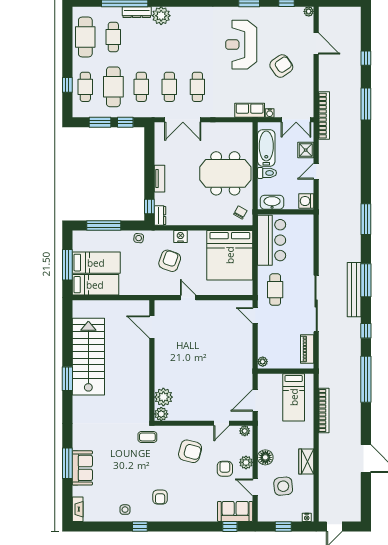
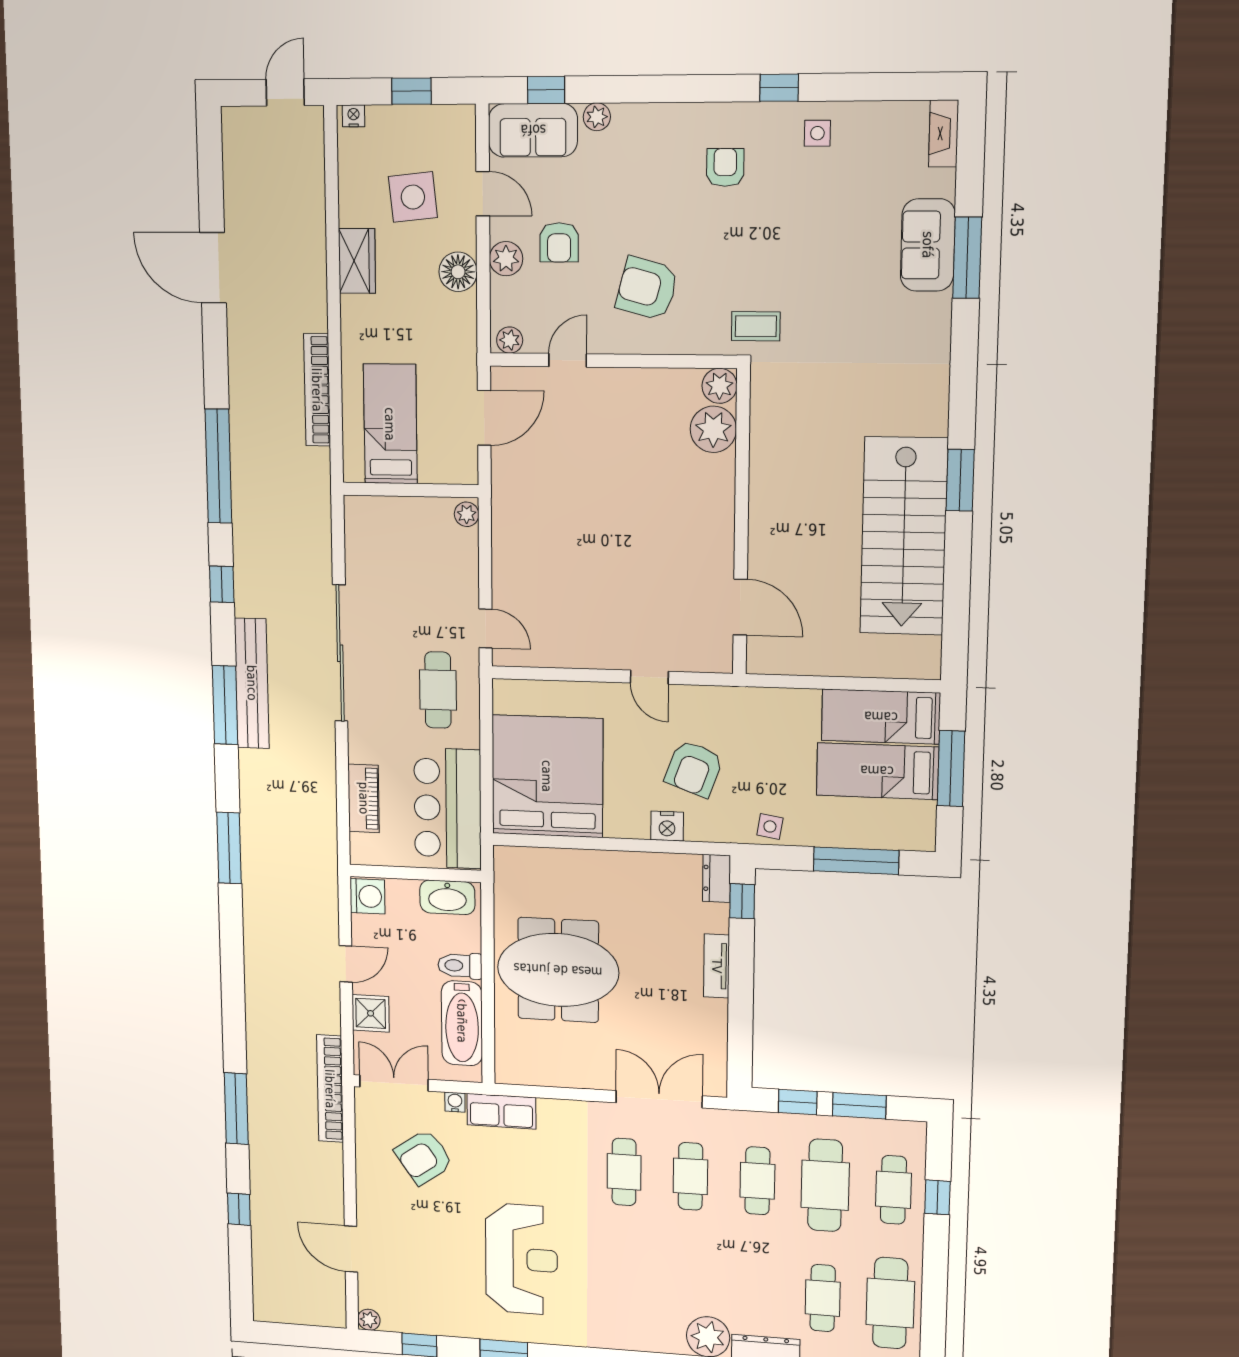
armchair: (281, 66) -> (424, 1157), moved
chair: (240, 212) -> (522, 877), removed
piano: (307, 349) -> (364, 798), moved
plant: (210, 516) -> (597, 117), added

